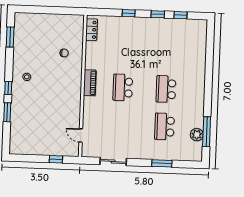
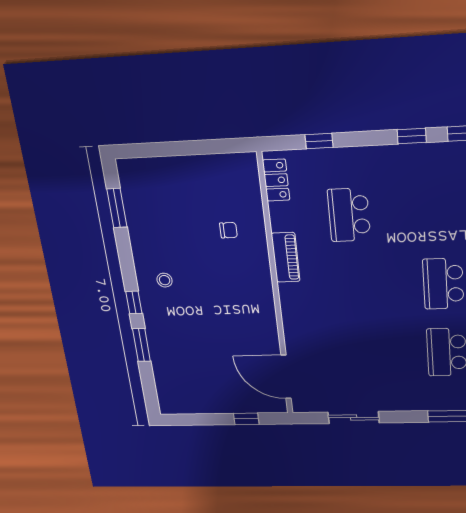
window: (129, 13) -> (319, 141), moved
piano: (90, 83) -> (286, 257), moved
school desk: (123, 87) -> (349, 215), moved
door: (81, 135) -> (286, 377), width x1.87

